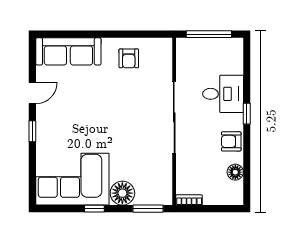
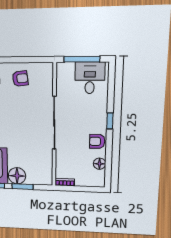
armchair: (129, 58) -> (20, 79), turned -97
desk: (223, 94) -> (90, 78), moved, turned -90
window: (148, 209) -> (23, 187), moved

